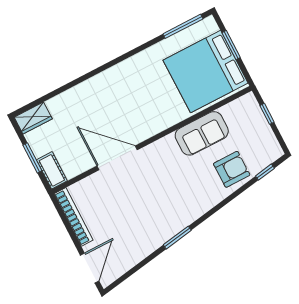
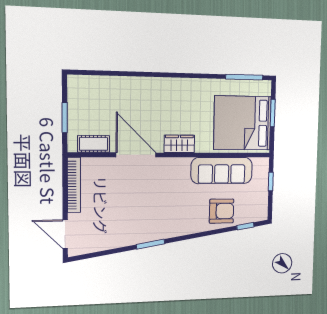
wardrobe: (33, 118) -> (179, 144), moved, turned 180
sofa: (202, 133) -> (222, 171), width x1.36
cot: (52, 170) -> (94, 144), moved, turned 90
door: (90, 268) -> (65, 234), swing flipped

